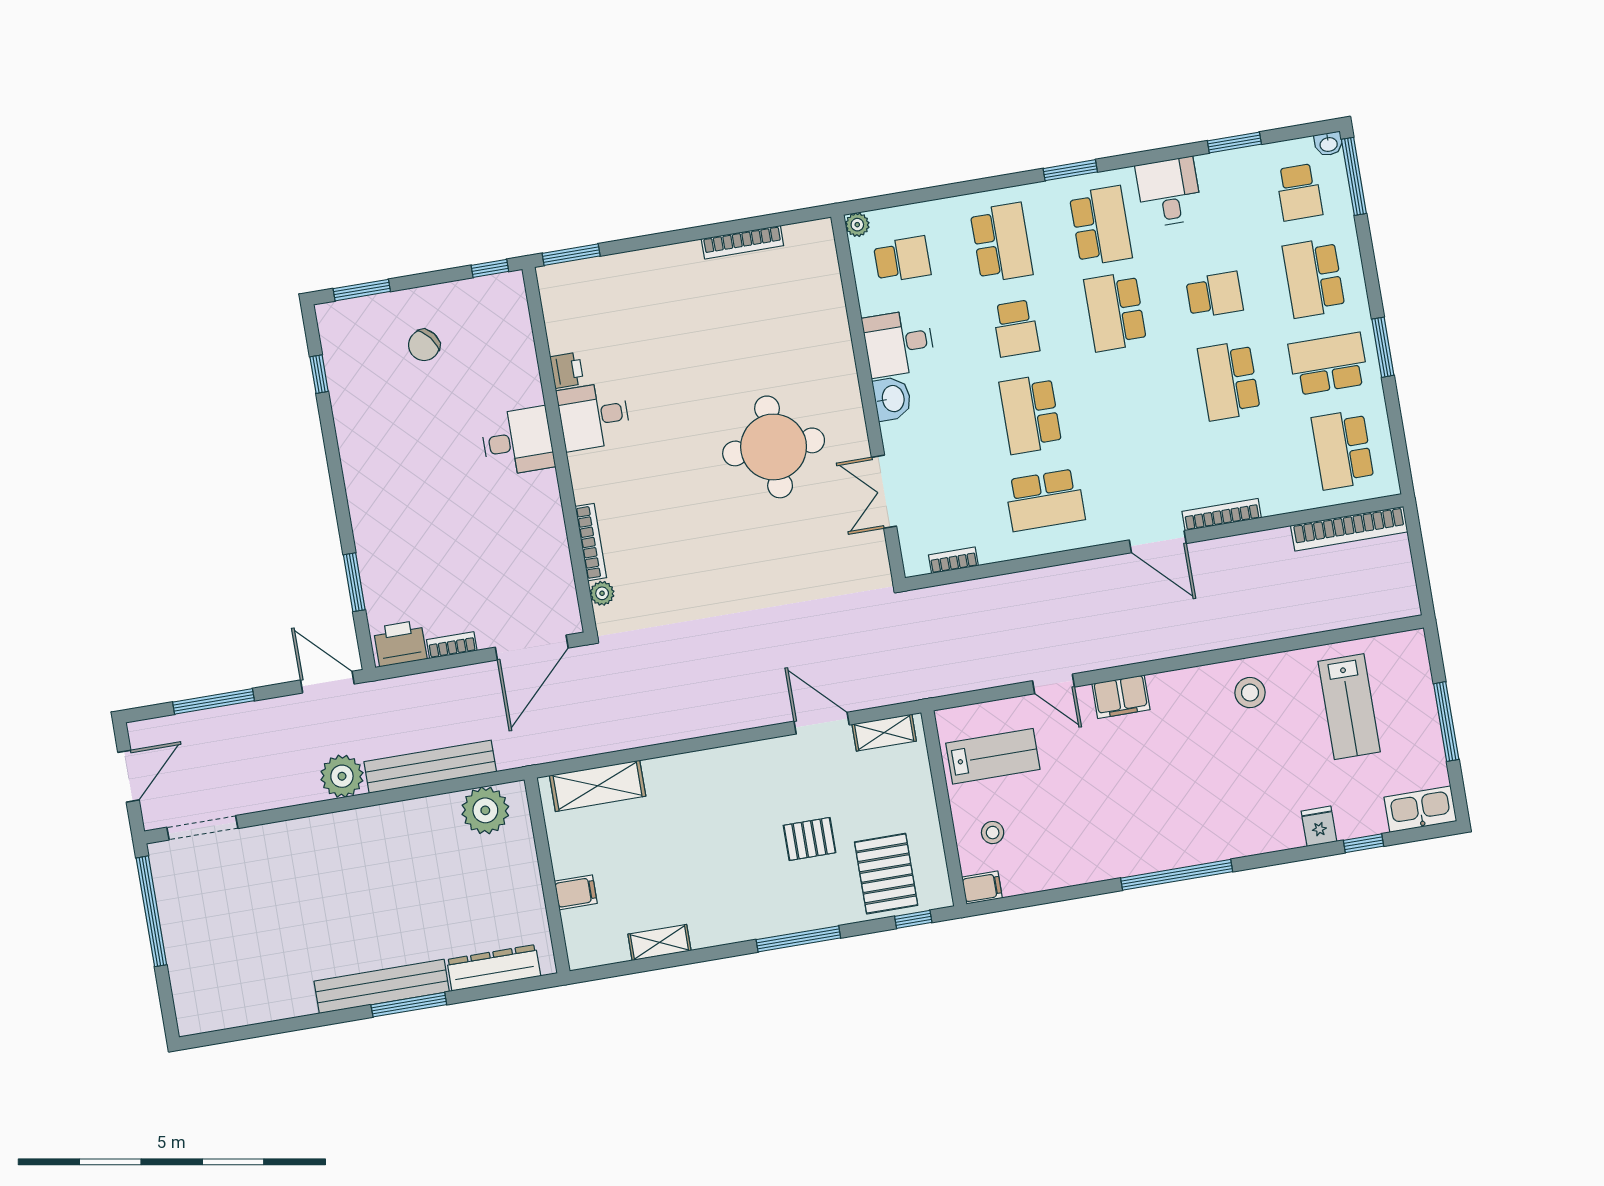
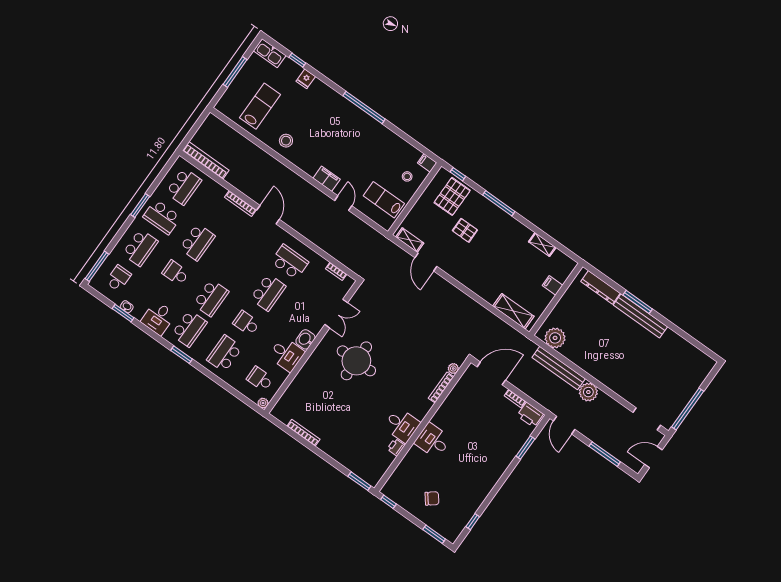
washbasin: (1329, 144) -> (127, 307), moved
school desk: (1101, 226) -> (189, 329), turned 180
school desk: (1016, 328) -> (246, 323), turned -90

